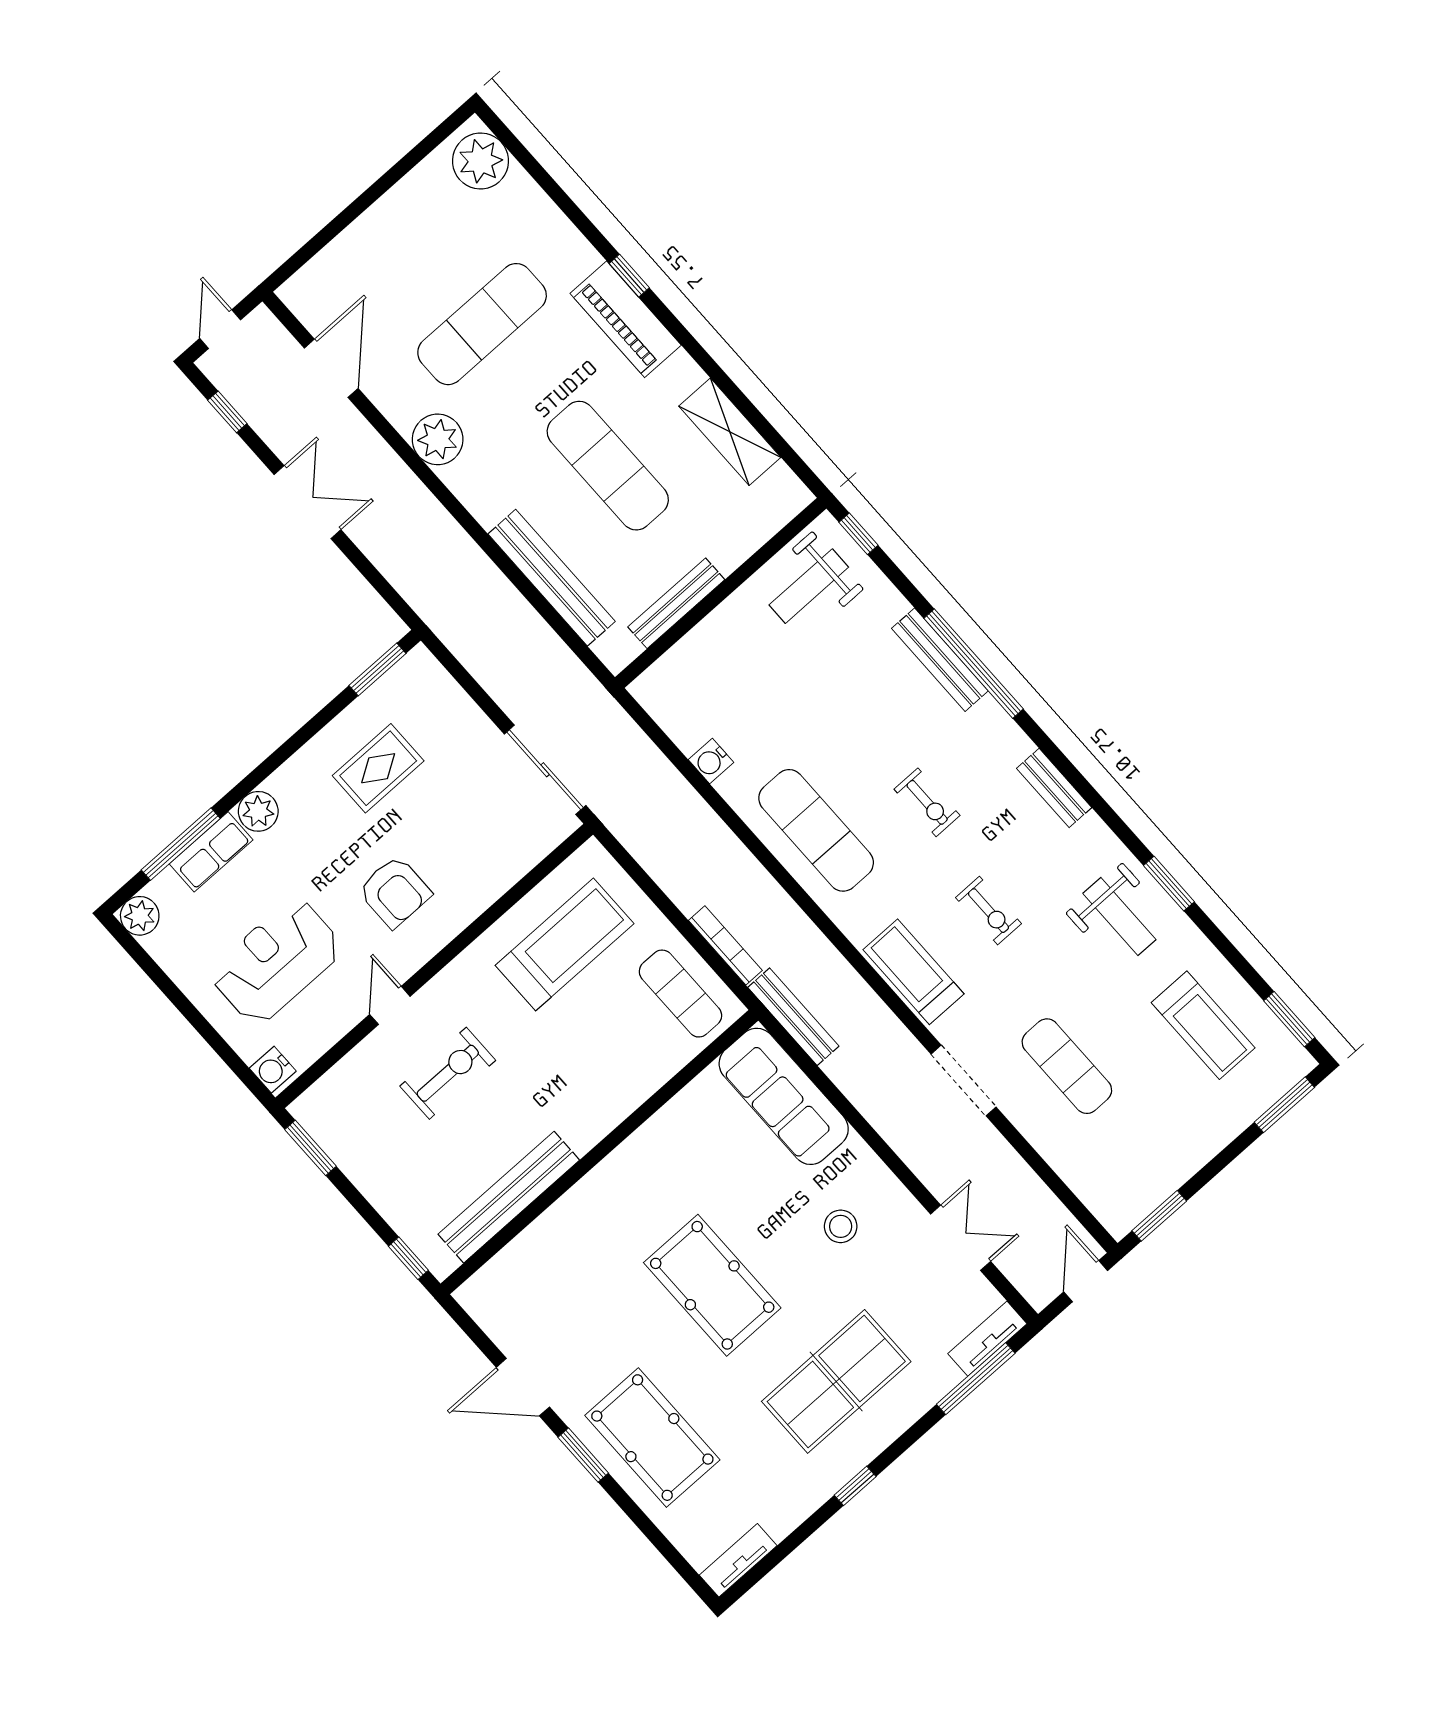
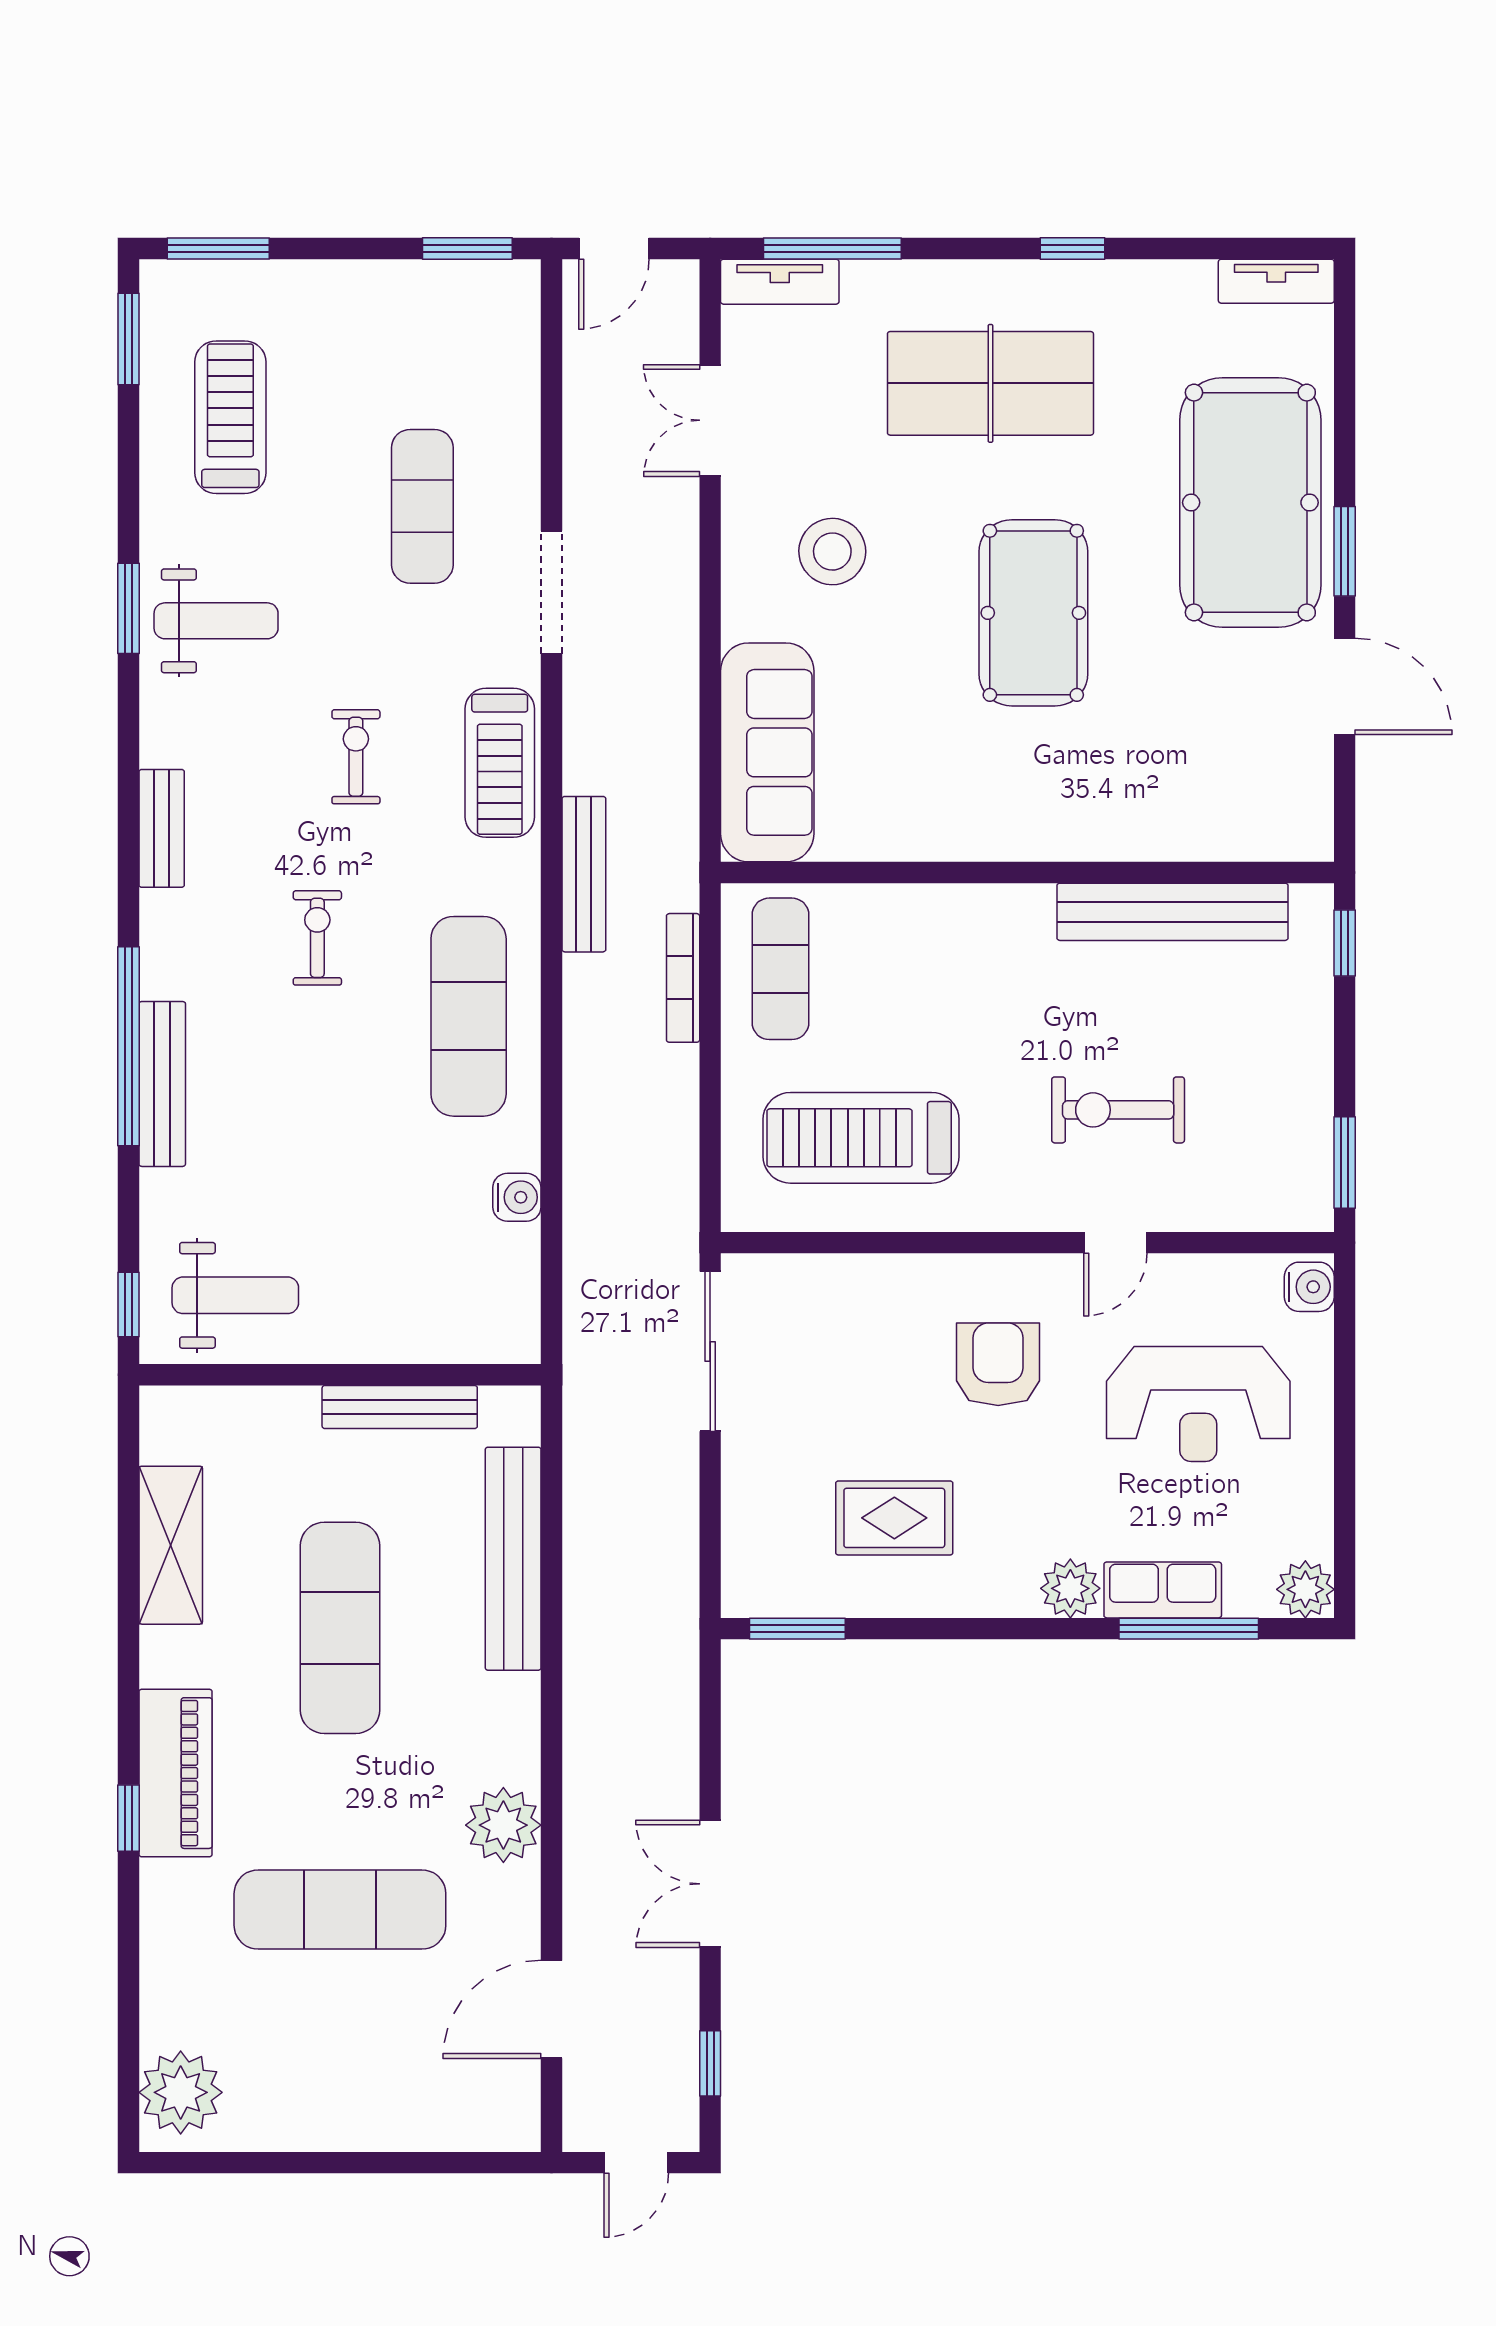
weight bench: (1119, 917) -> (216, 621), turned 90
bench: (793, 1017) -> (584, 874), moved
stool: (841, 1226) -> (832, 552), width x1.38, depth x1.38
pool table: (652, 1438) -> (1250, 503), width x1.36, depth x1.32

